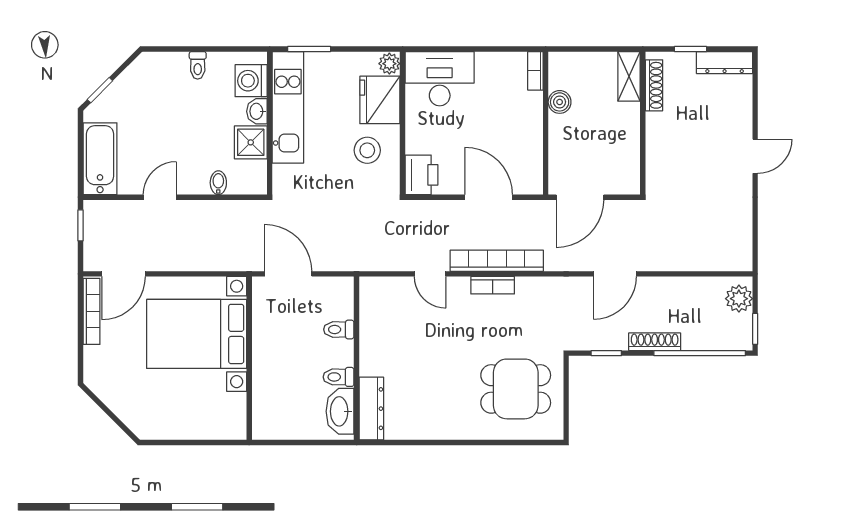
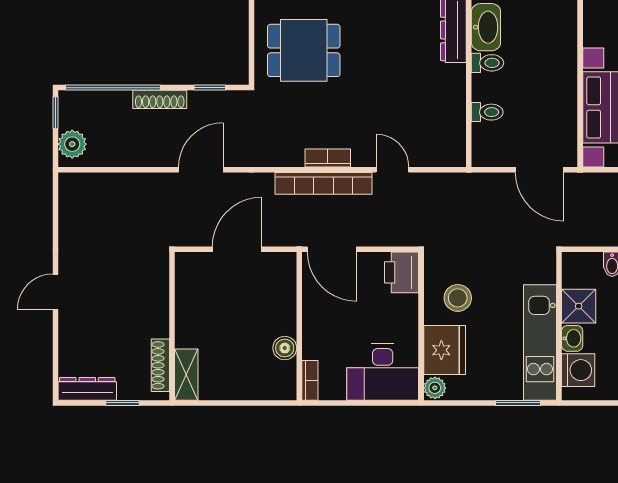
bookcase: (535, 71) -> (310, 380), moved
boiler: (560, 102) -> (285, 348), moved
wall: (546, 123) -> (299, 326), moved

